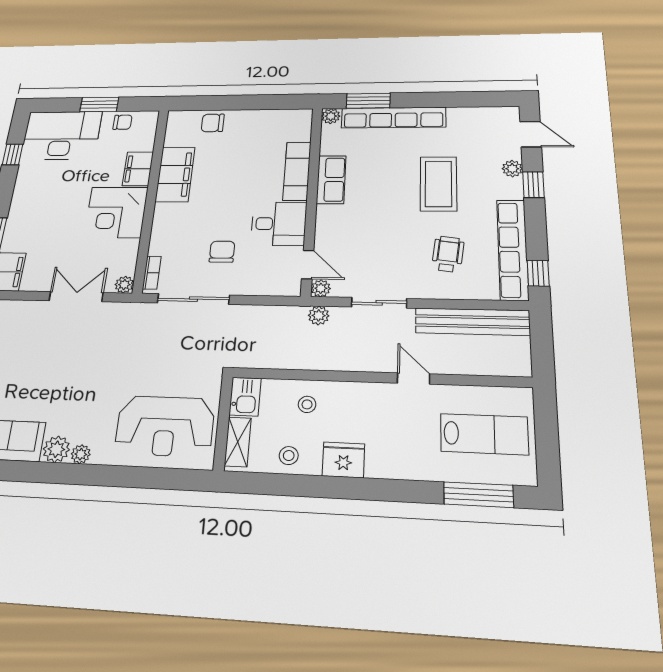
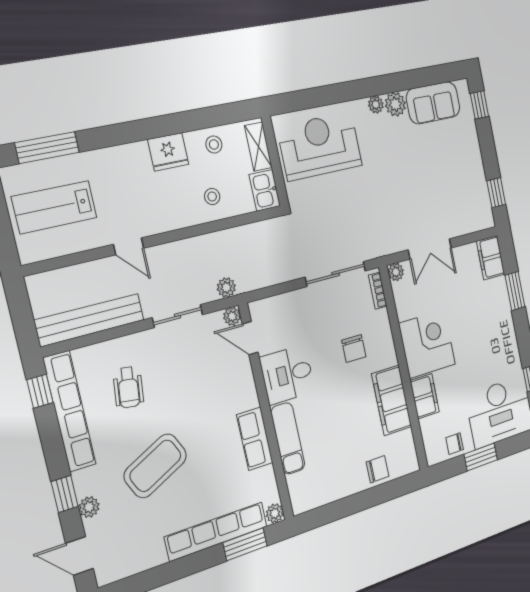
coffee table: (438, 184) -> (155, 466), turned 64
chair: (222, 252) -> (354, 349), moved

